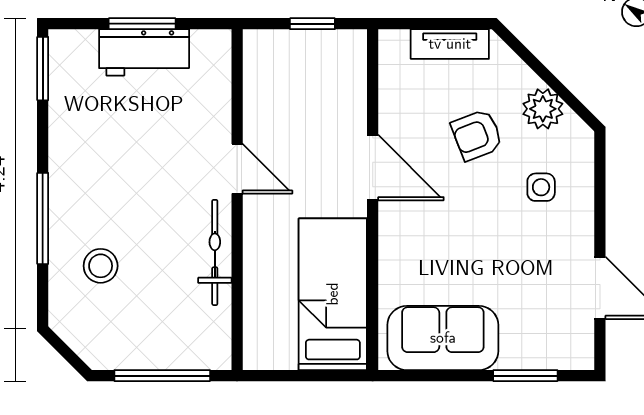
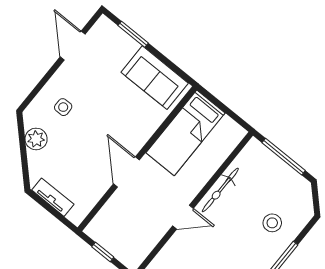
armchair: (477, 135) -> (72, 150), removed
door: (237, 169) -> (183, 217), swing flipped

